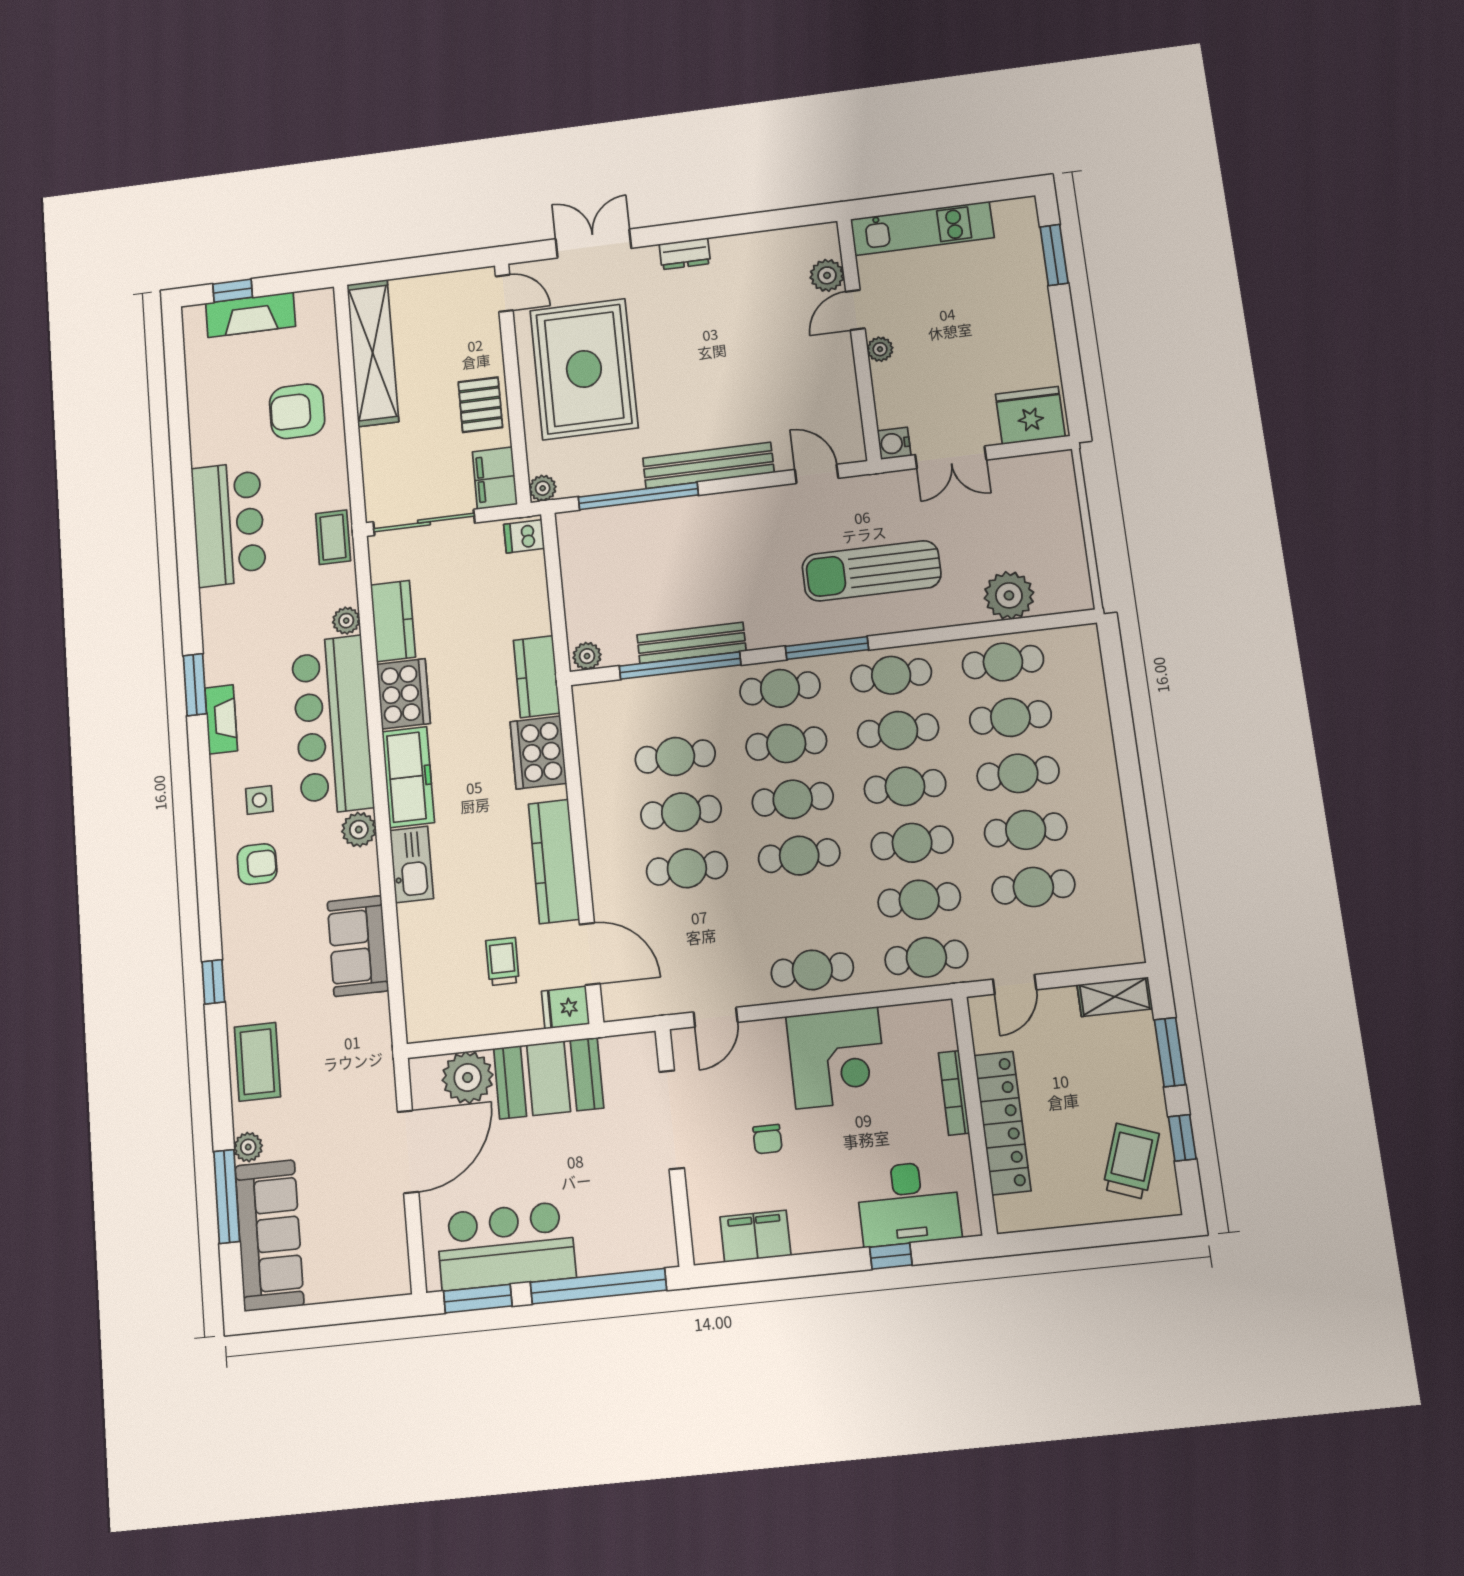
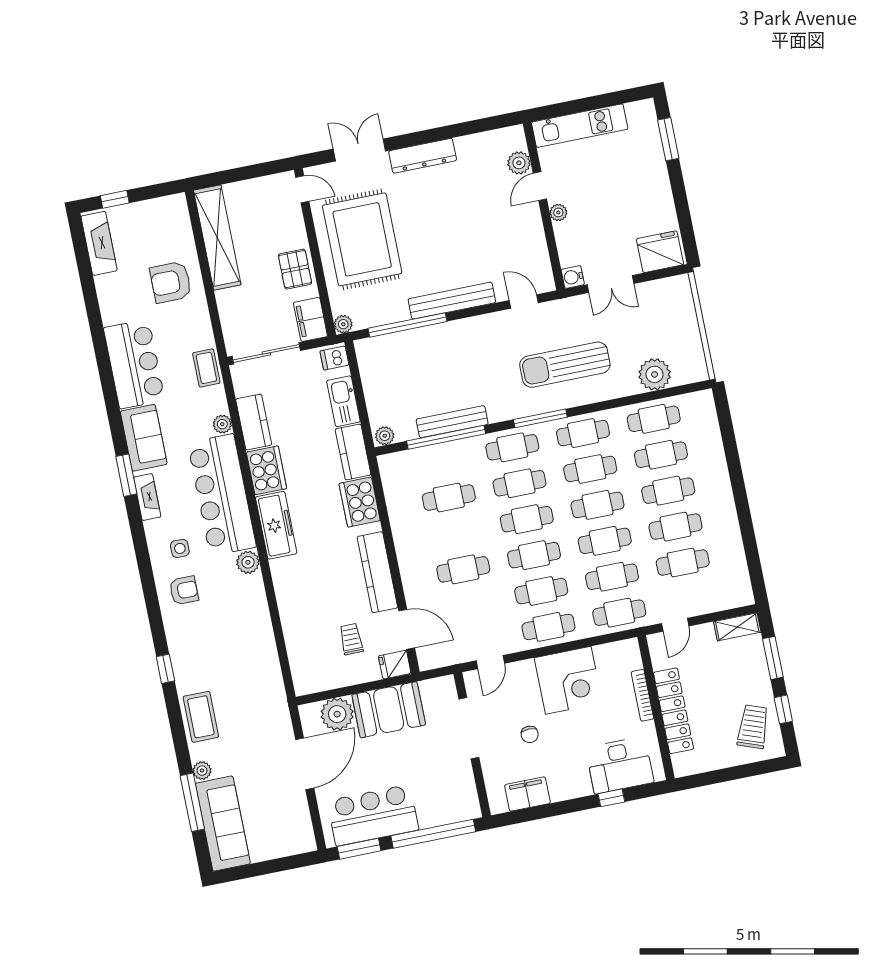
dresser: (685, 254) -> (423, 156), width x1.96, depth x1.24
fireplace: (251, 315) -> (99, 243), moved, turned -90
cafe table: (681, 812) -> (541, 591), moved
kitchen sink: (412, 864) -> (343, 401), moved, turned 180
sofa: (358, 946) -> (144, 438), moved, turned 180

